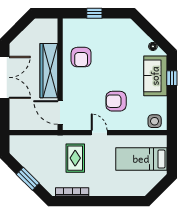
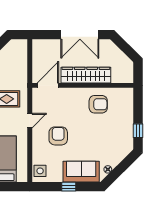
window: (94, 13) -> (138, 131), moved
armchair: (81, 57) -> (98, 104), turned 180
window: (172, 78) -> (69, 187), moved

